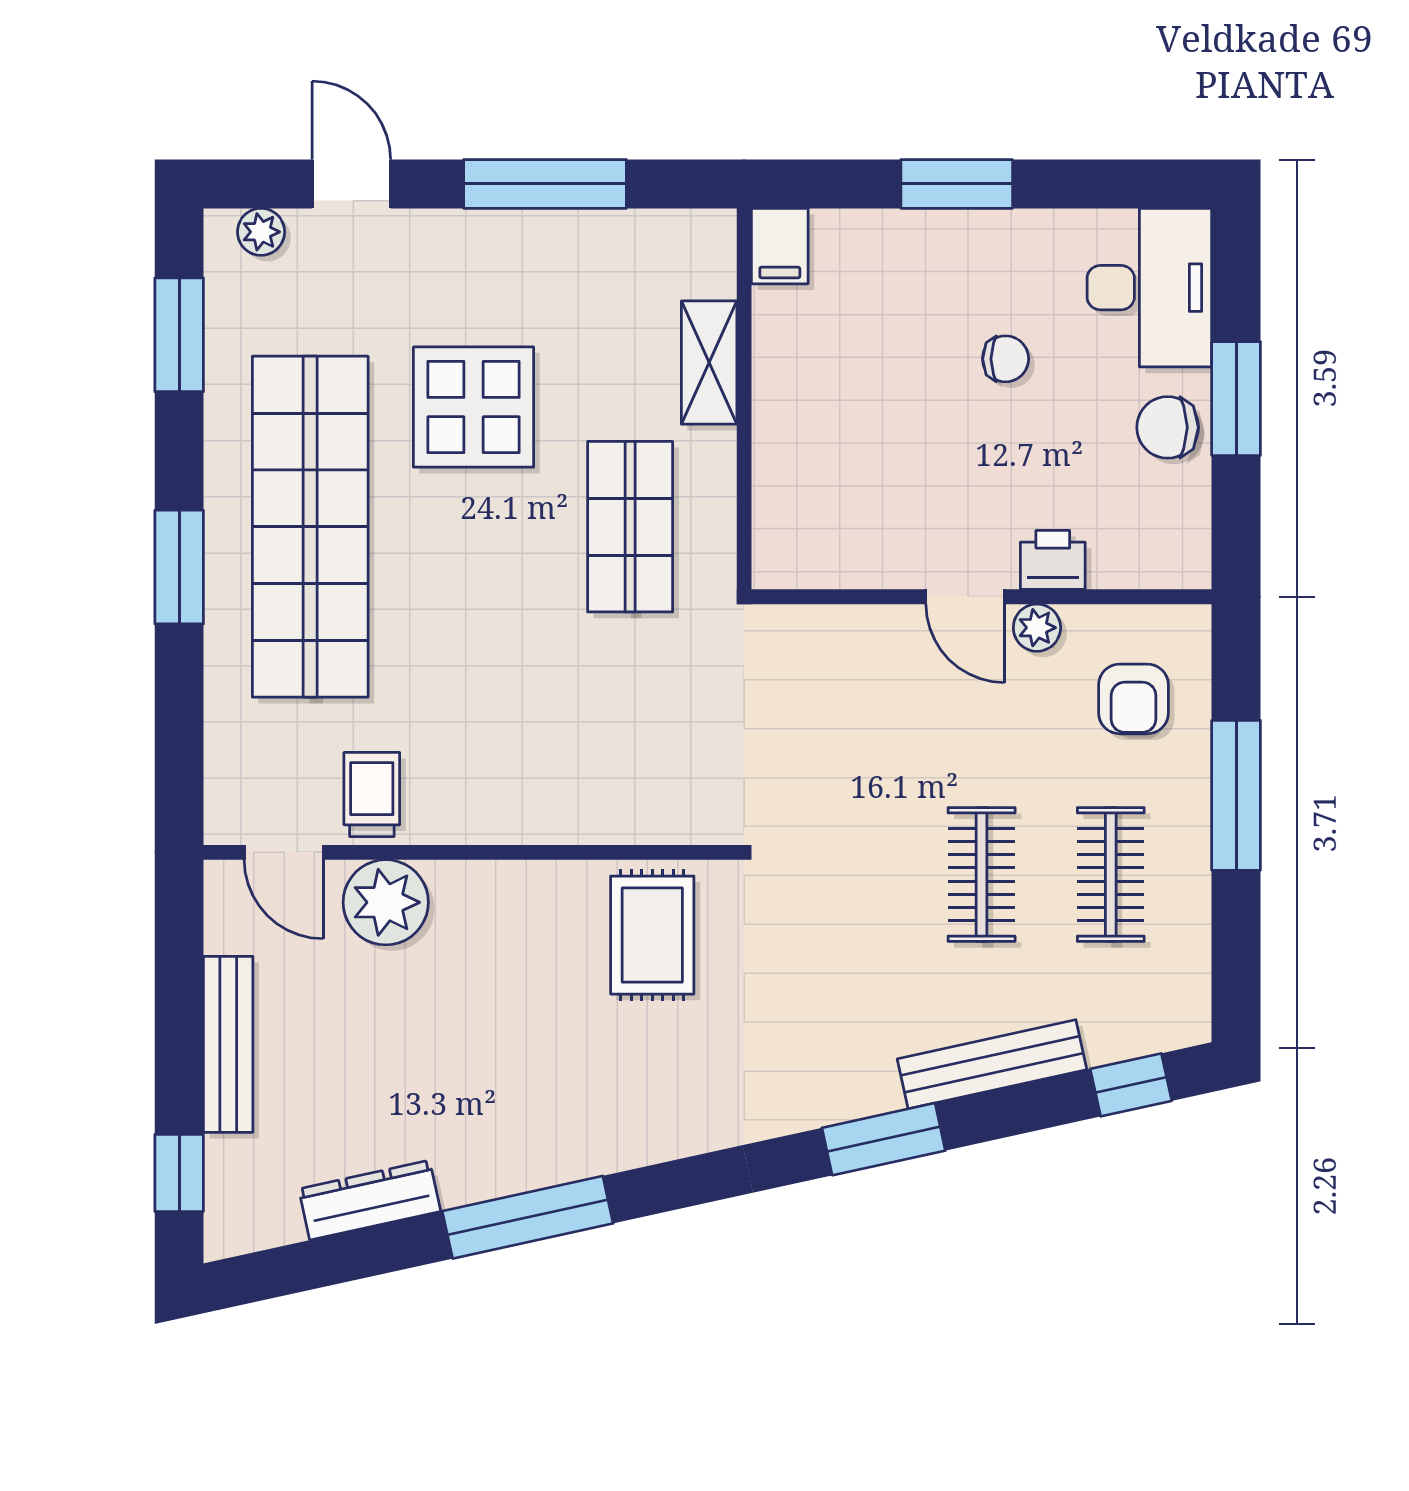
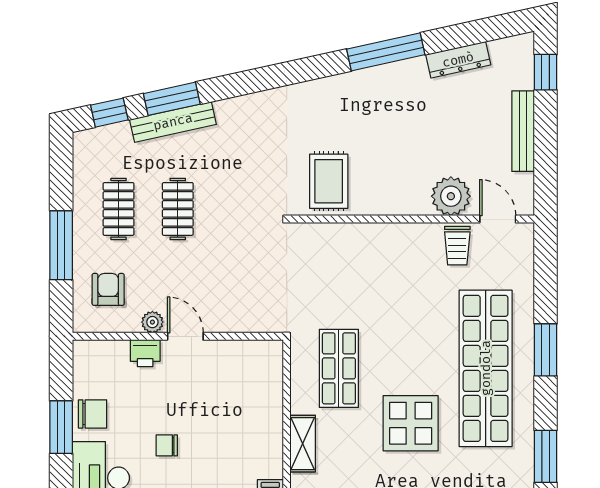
window: (884, 1139) -> (172, 99), moved

